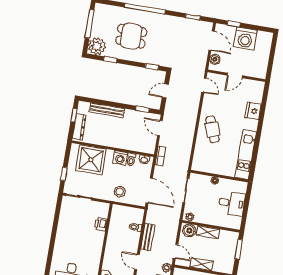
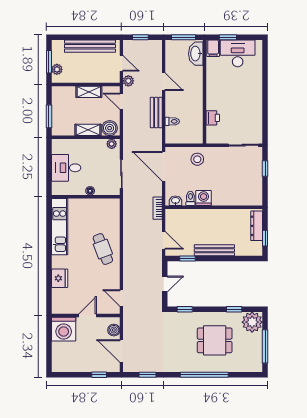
washing machine: (245, 39) -> (64, 329), moved, turned 180
bench: (107, 110) -> (214, 250), moved
shower: (91, 160) -> (237, 190), removed

